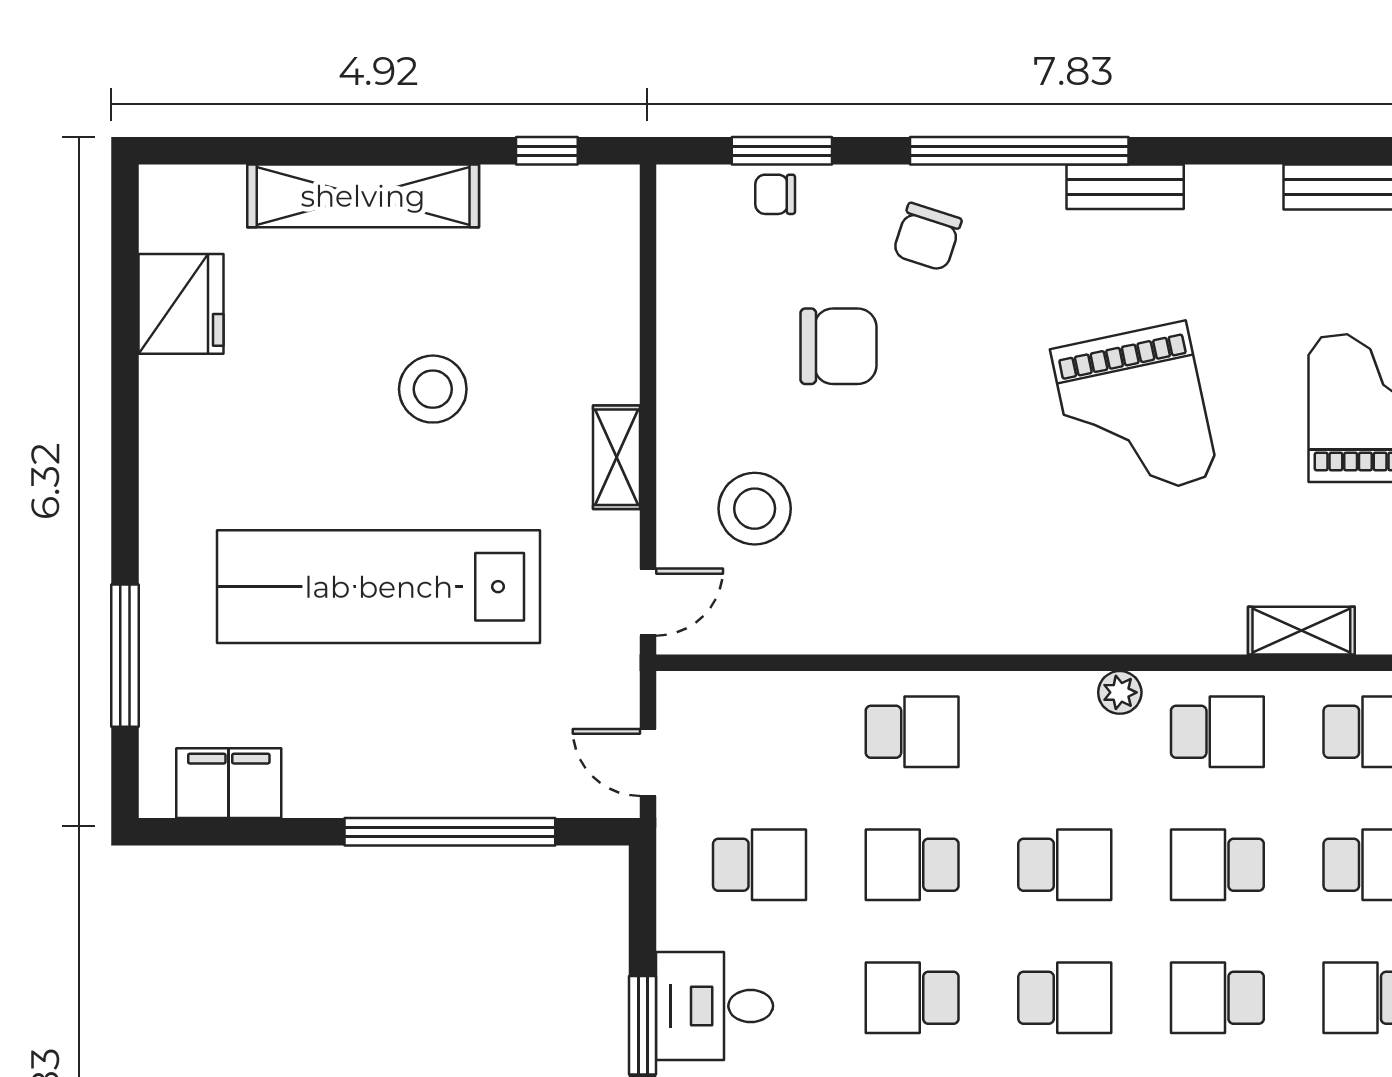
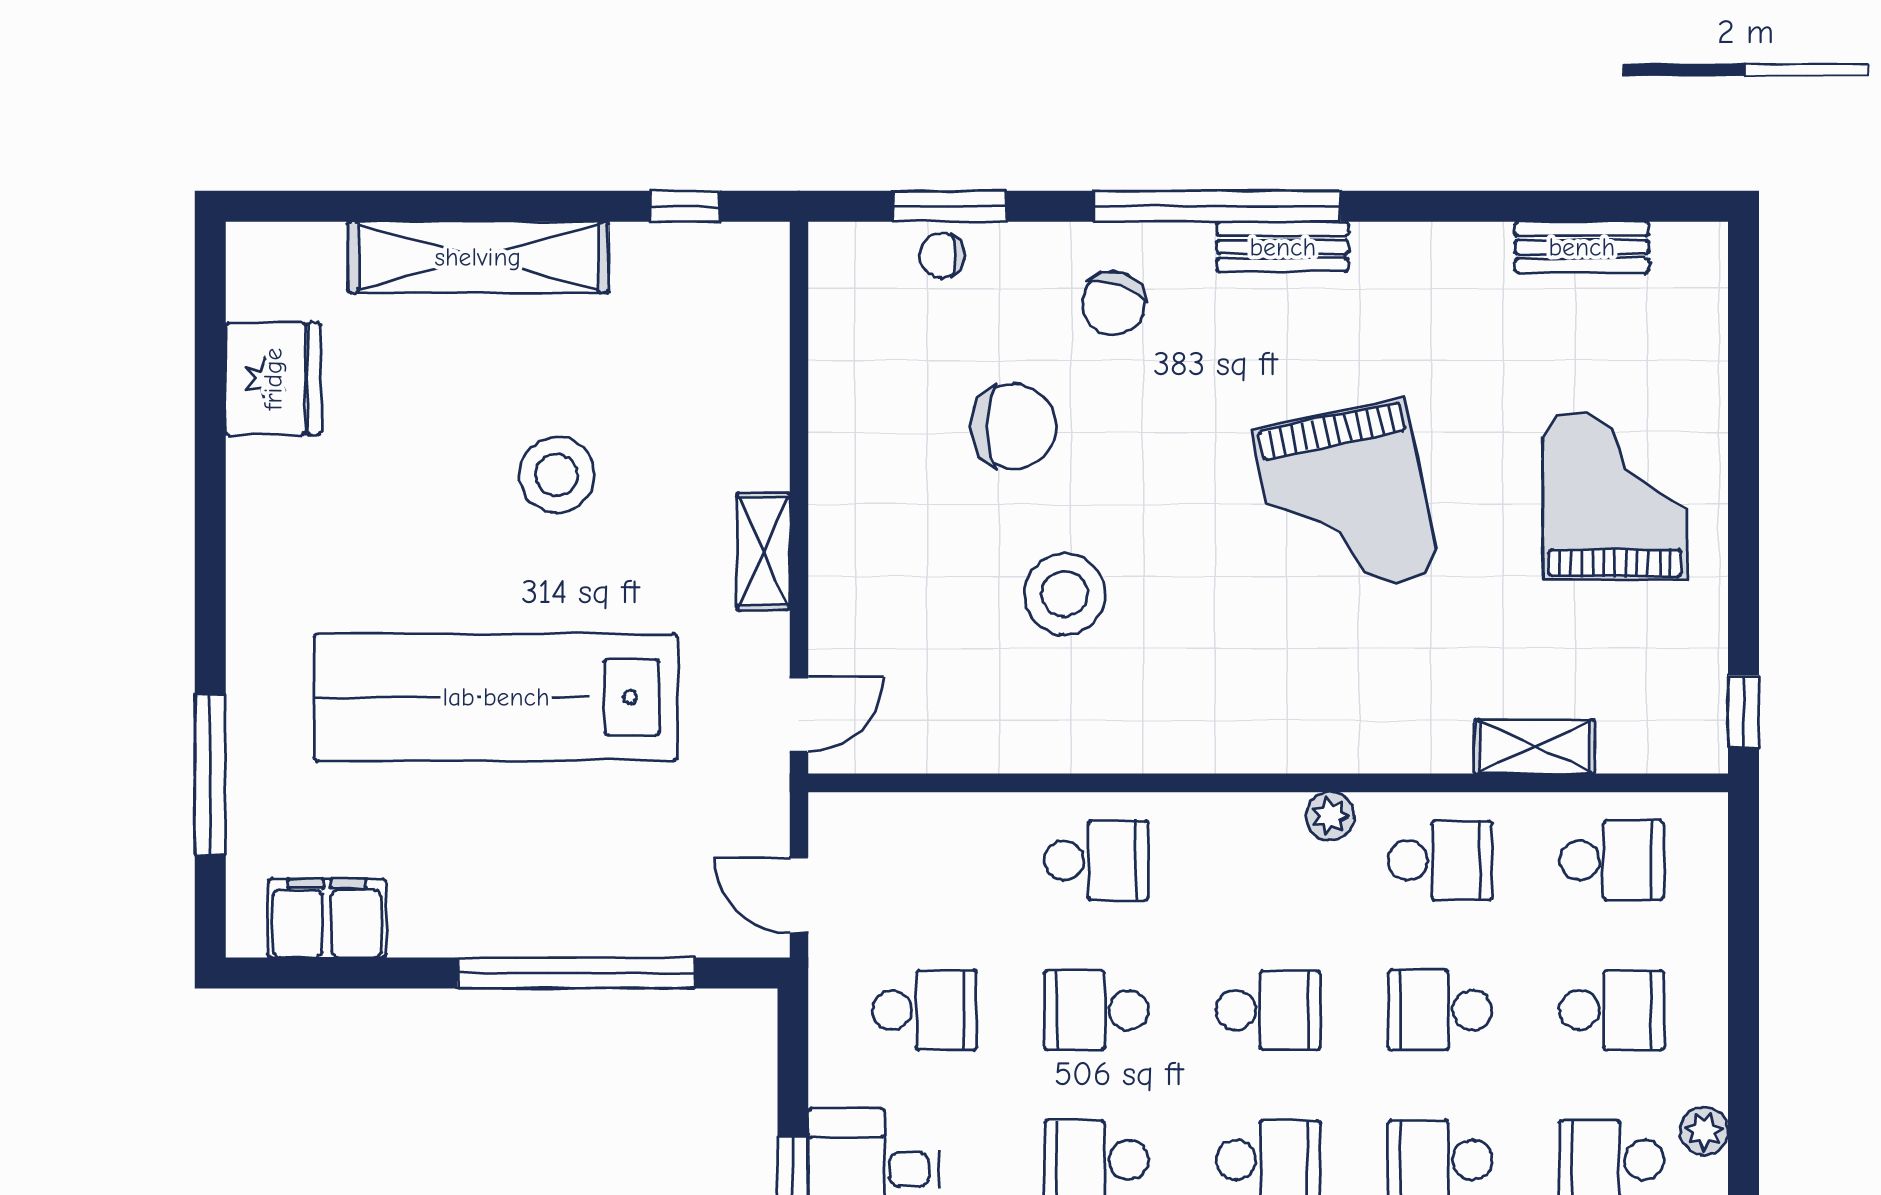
bench: (1125, 187) -> (1283, 247), moved
stool: (755, 509) -> (1065, 594), moved

